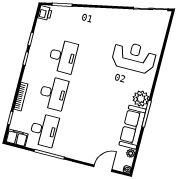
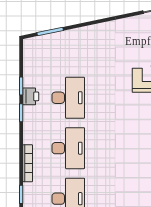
printer: (45, 13) -> (31, 96), moved

